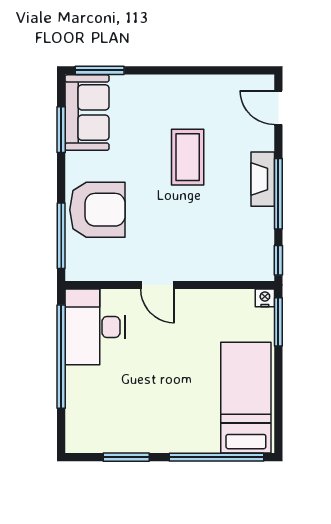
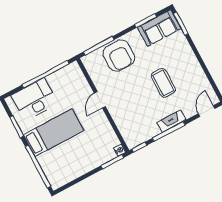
coffee table: (188, 157) -> (163, 83), turned 90
desk: (95, 327) -> (34, 99), moved
bed: (246, 398) -> (54, 133), moved

